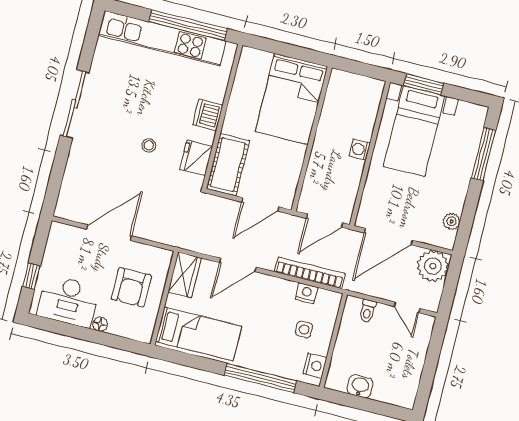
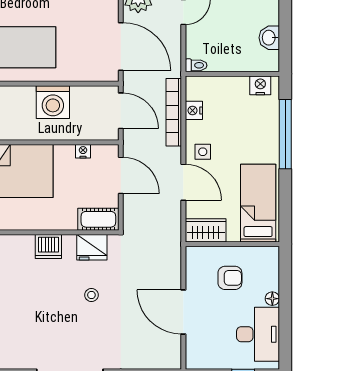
washing machine: (360, 149) -> (53, 102), width x1.89, depth x1.89
cot: (228, 165) -> (98, 219), width x0.73, depth x0.75
nightstand: (294, 173) -> (83, 151), added
armchair: (131, 287) -> (230, 278), width x0.72, depth x0.72
toilet: (367, 311) -> (196, 65), moved
side table: (304, 329) -> (203, 152), moved

